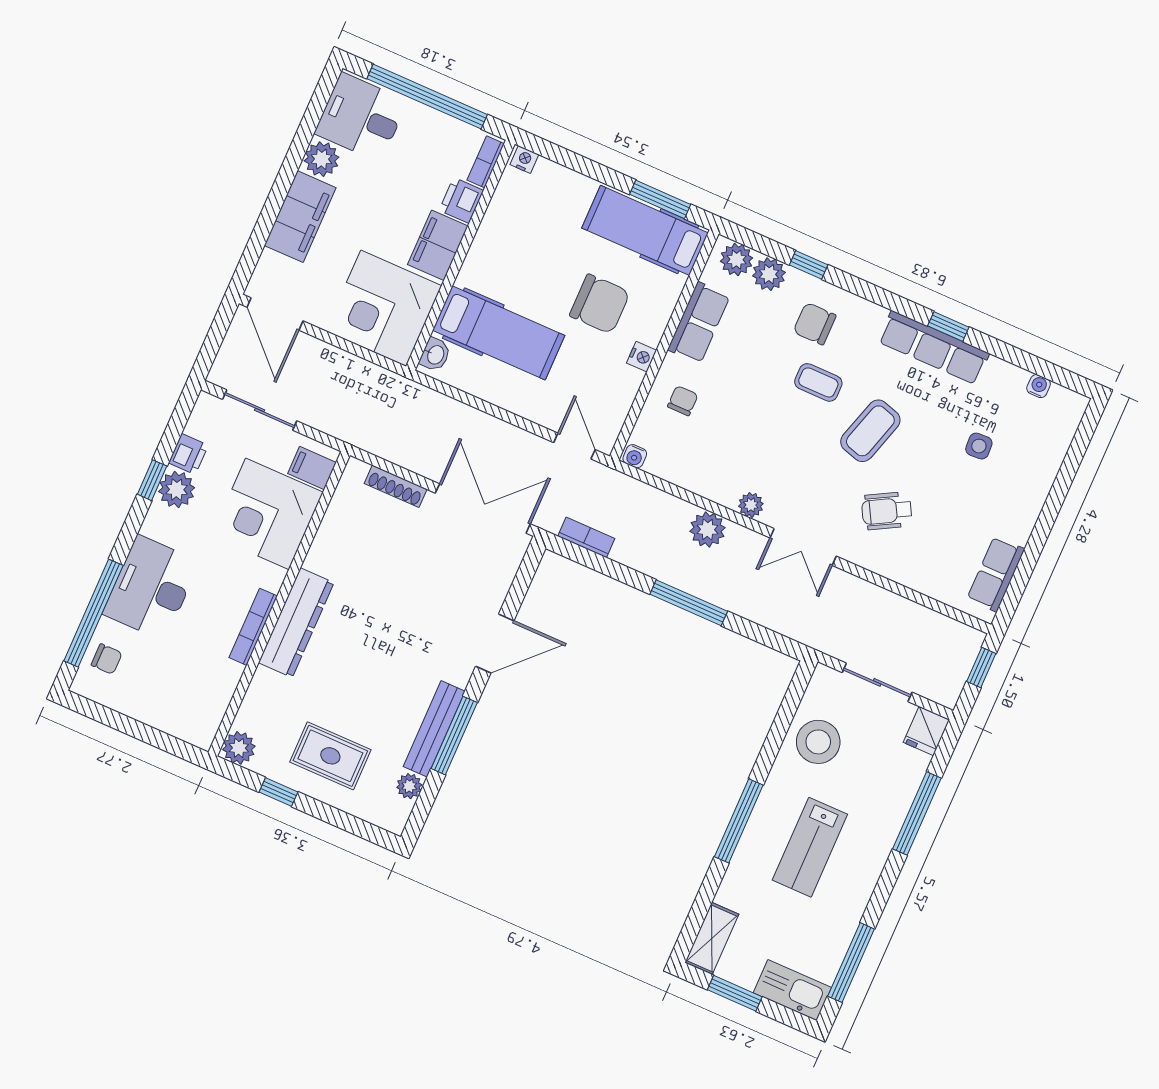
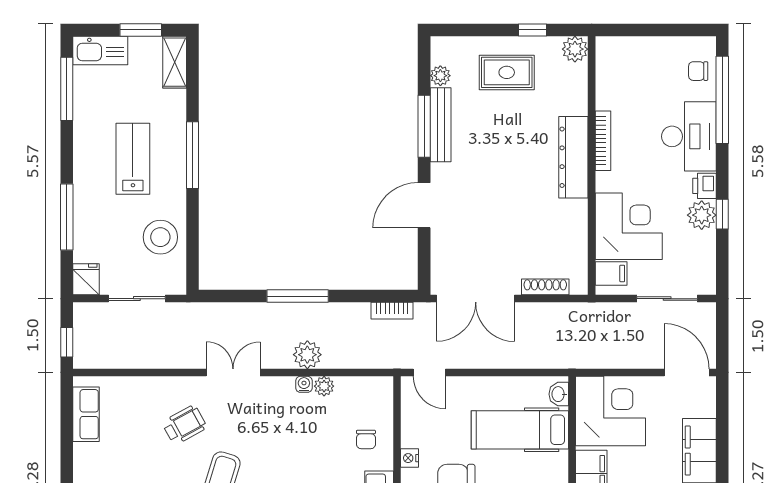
printer: (188, 454) -> (705, 186), moved
water cooler: (635, 456) -> (304, 384), moved
plant: (751, 505) -> (324, 386), moved

